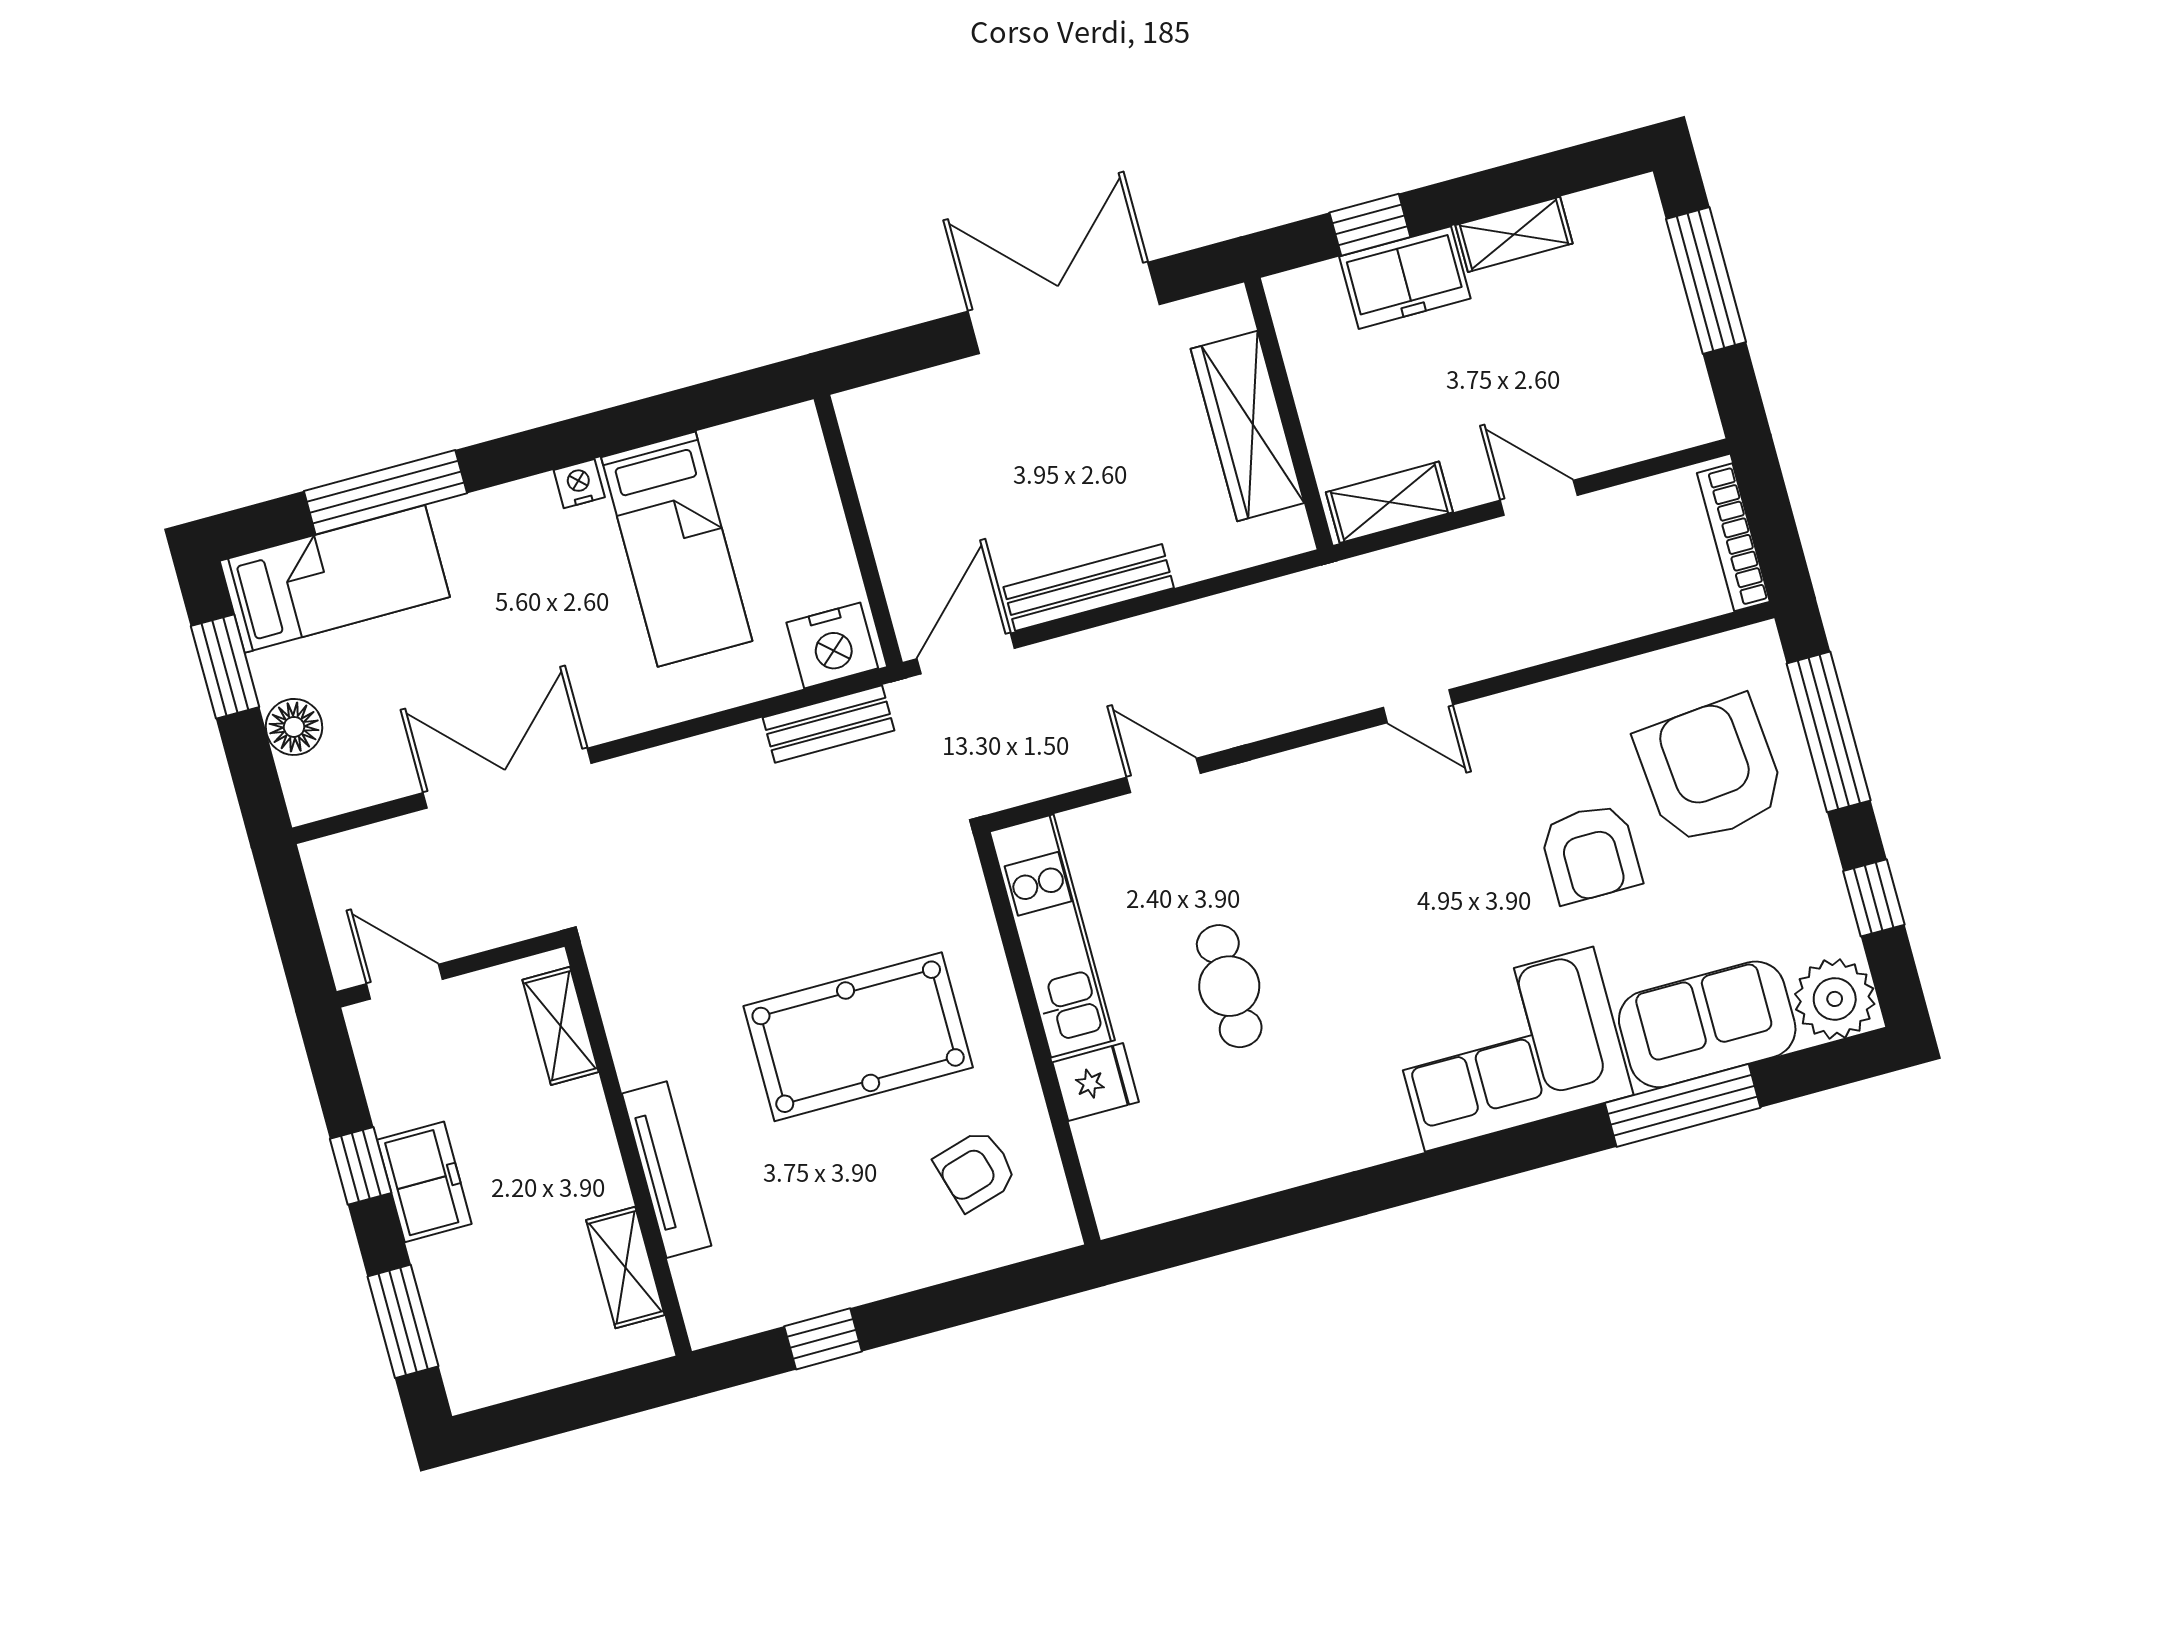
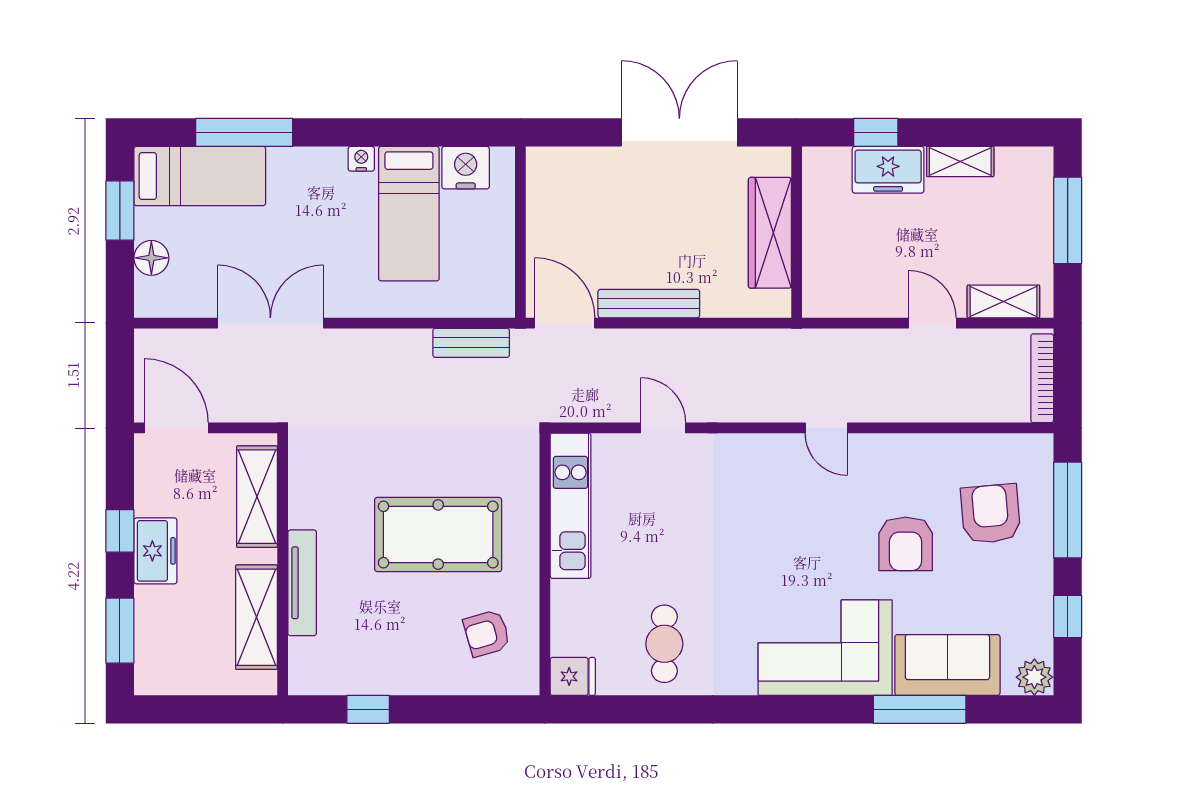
shelving: (1389, 502) -> (1003, 301), moved
nightstand: (832, 645) -> (466, 168), moved, turned 180
door: (966, 653) -> (565, 323), hinge flipped
armchair: (1710, 770) -> (991, 514), width x0.73, depth x0.73
door: (404, 982) -> (176, 428), width x1.38
cafe table: (1229, 986) -> (664, 644), moved
plant: (1835, 999) -> (1034, 677), width x0.73, depth x0.73
shelving: (560, 1026) -> (257, 497), width x1.50, depth x1.33
fridge: (1096, 1082) -> (573, 676), moved
shelving: (625, 1267) -> (256, 617), width x1.50, depth x1.33

